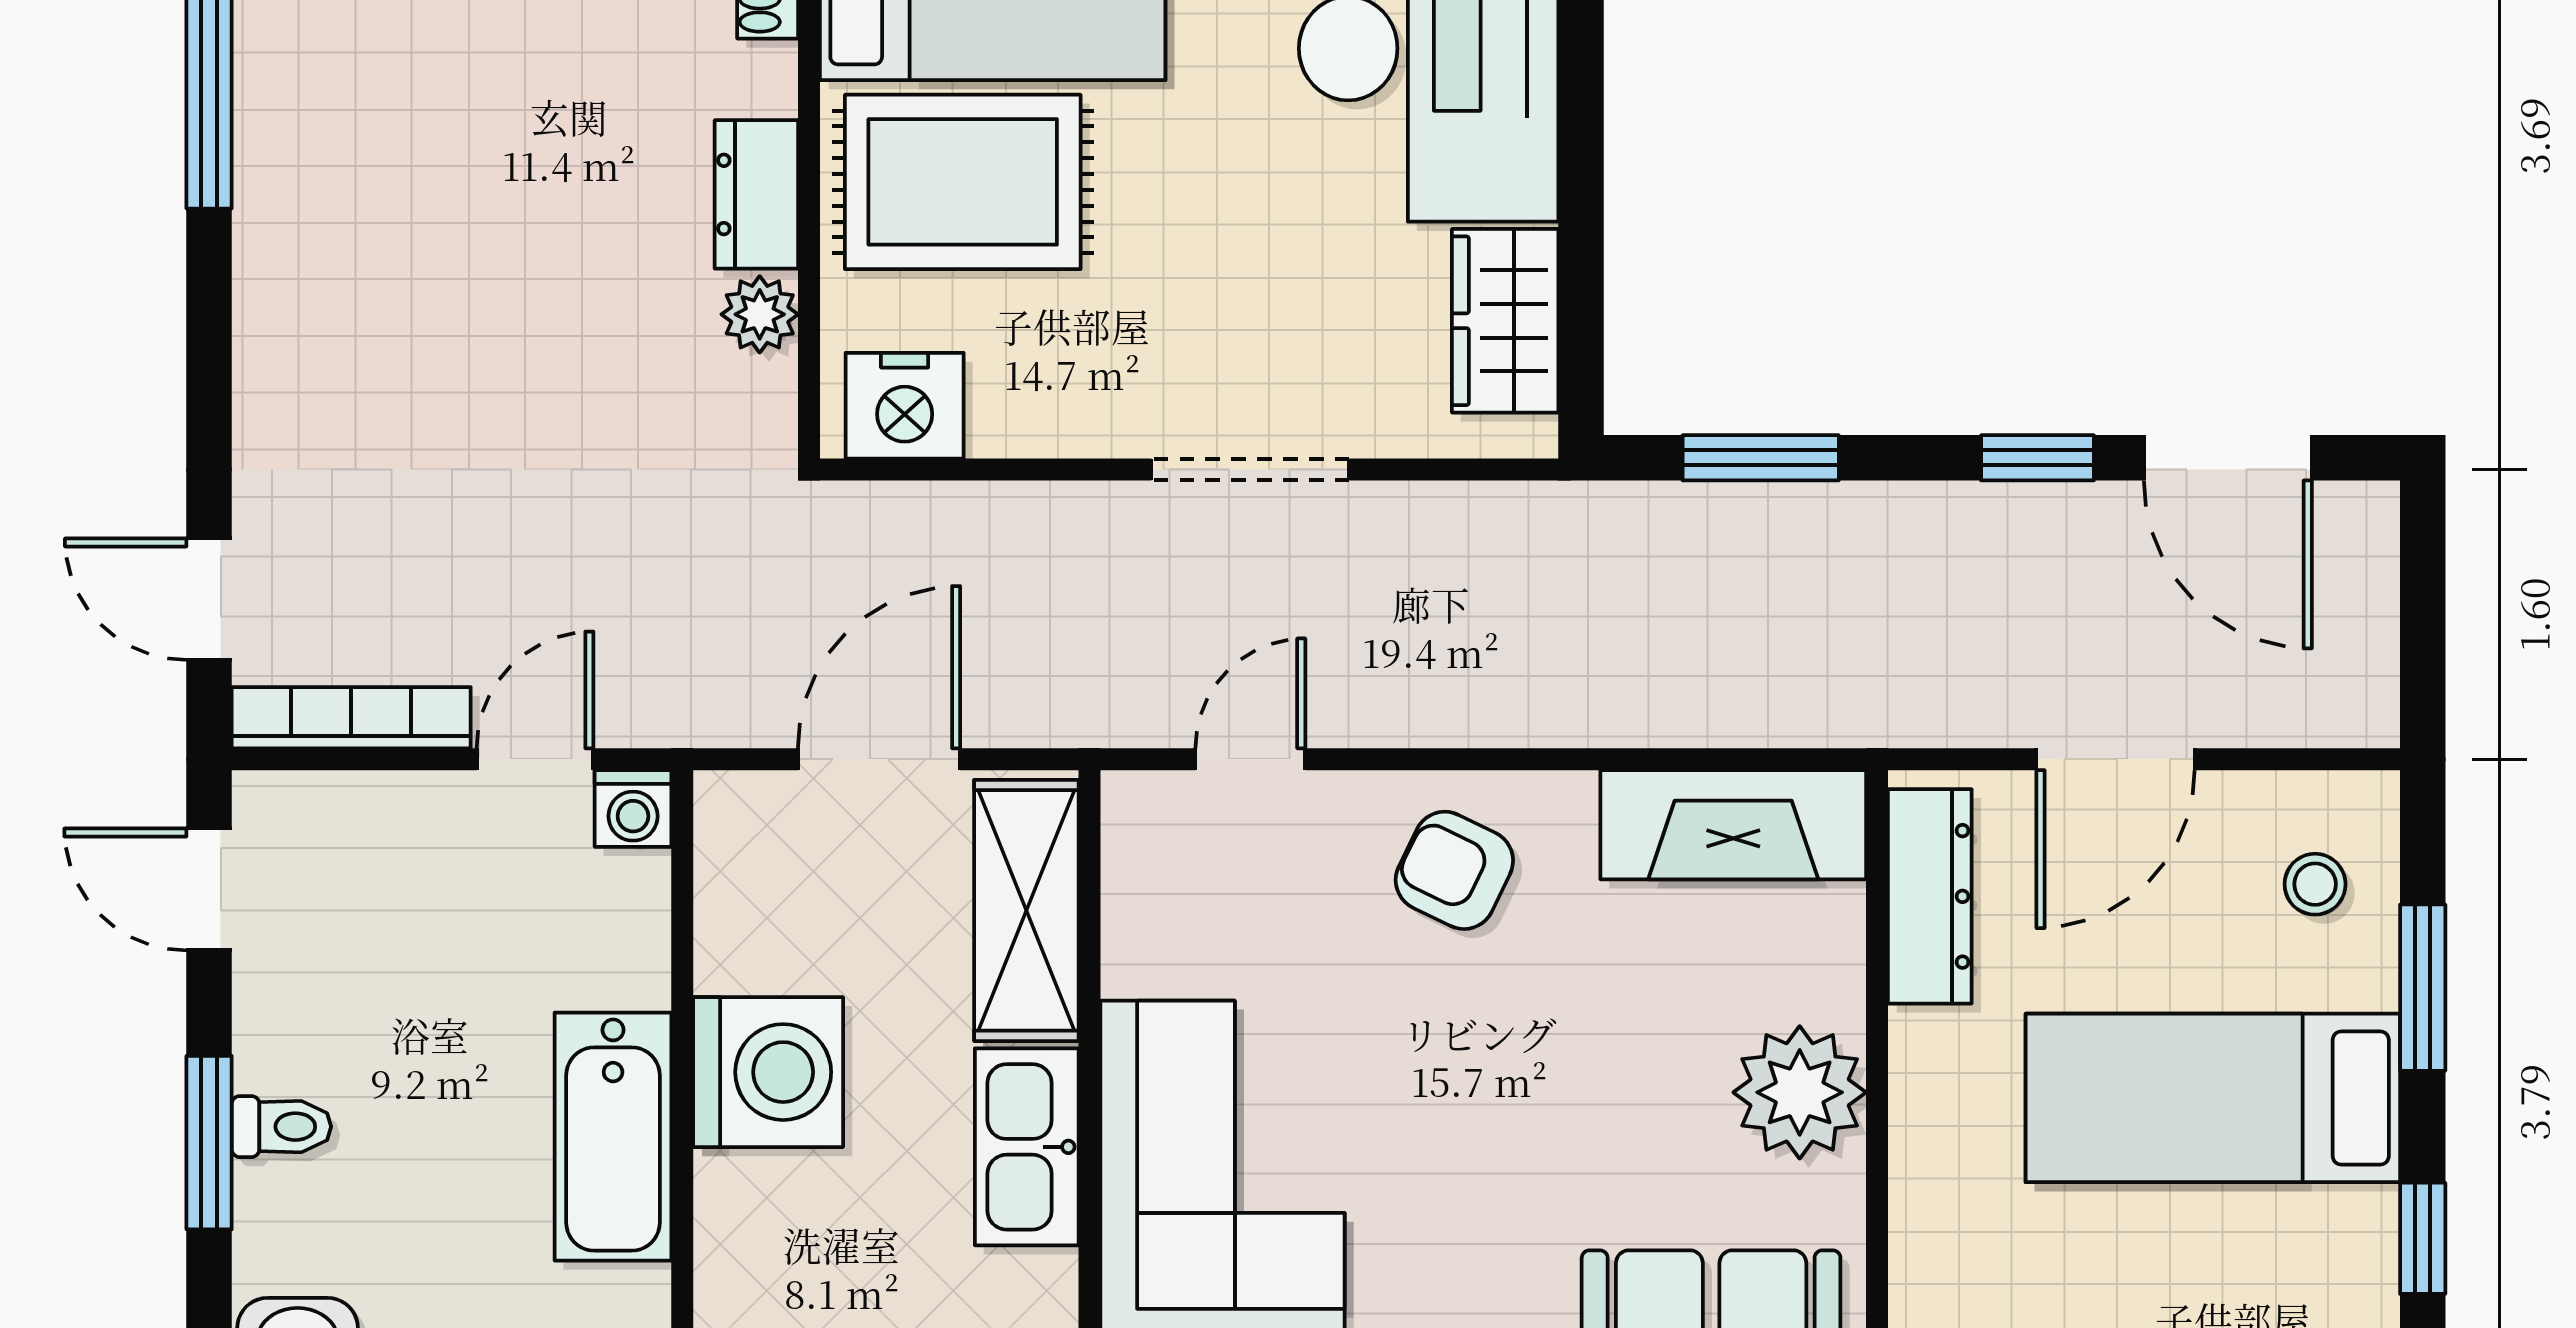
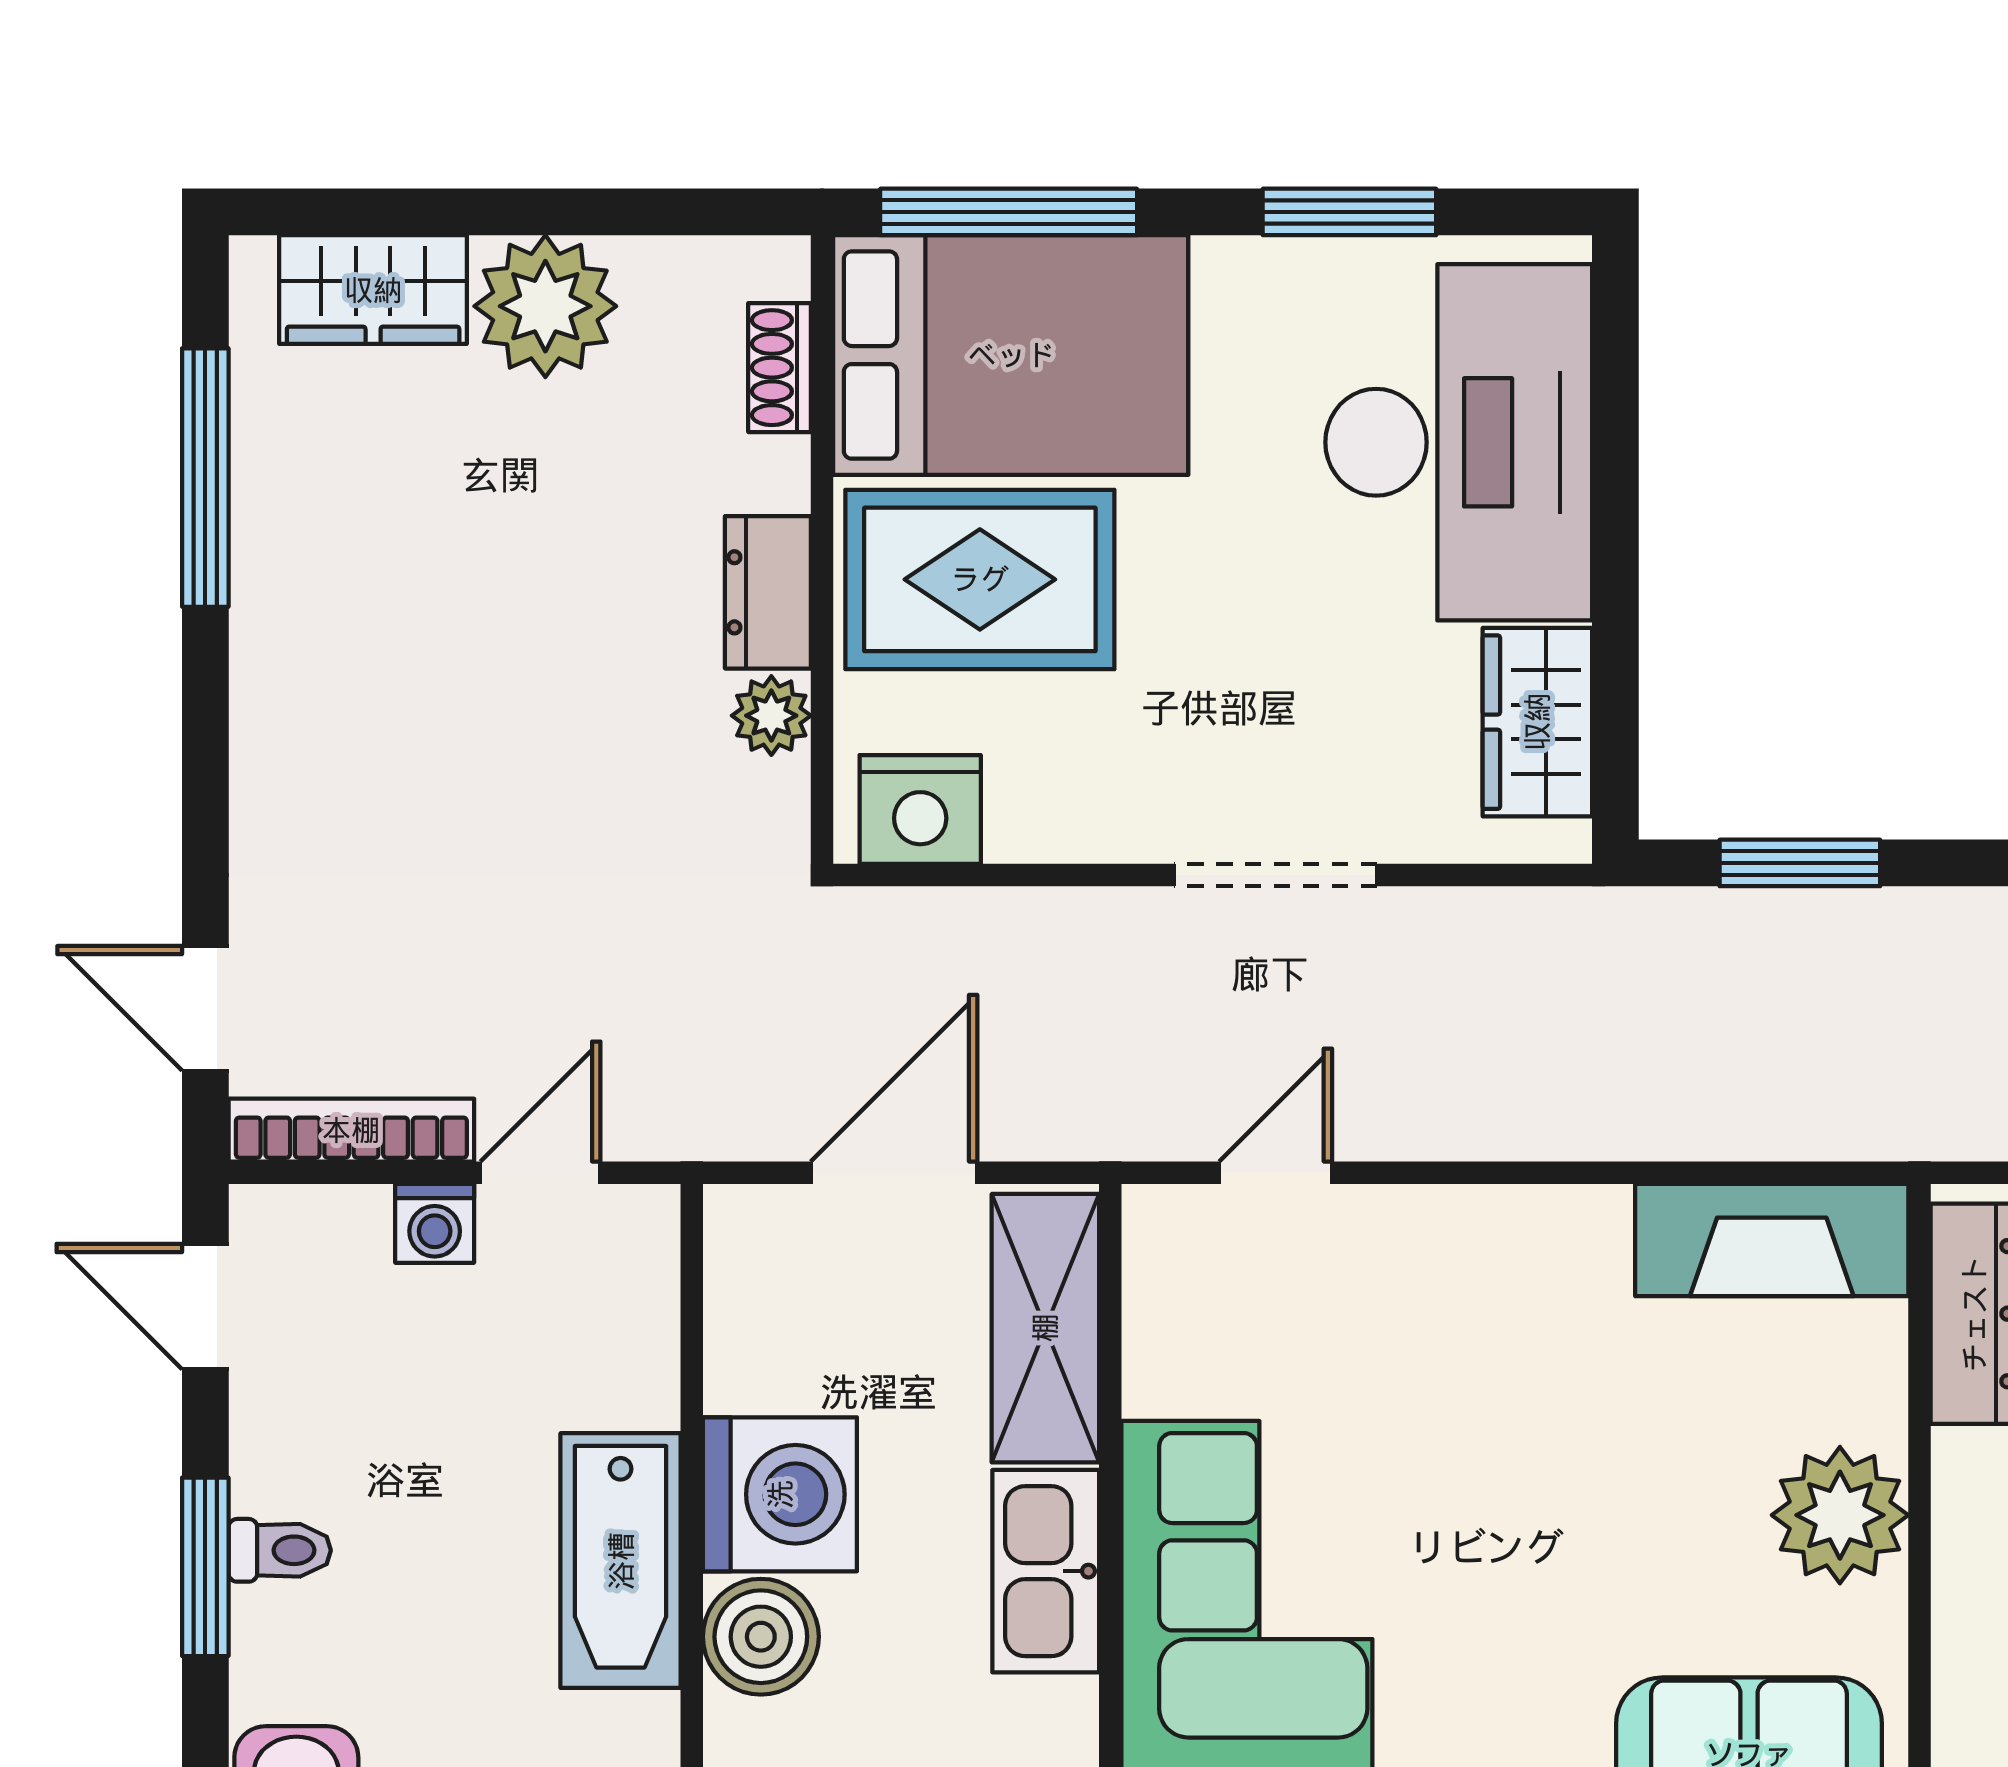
washing machine: (633, 808) -> (435, 1223), moved
armchair: (1454, 870) -> (1485, 1287), removed
boiler: (750, 1211) -> (761, 1637), added

